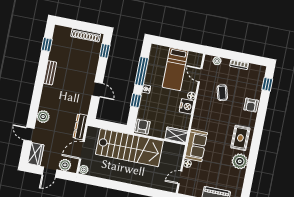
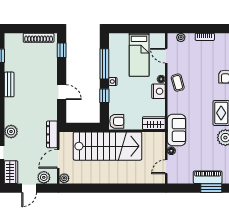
coffee table: (222, 93) -> (178, 83), moved
armchair: (143, 127) -> (117, 121), turned 90

